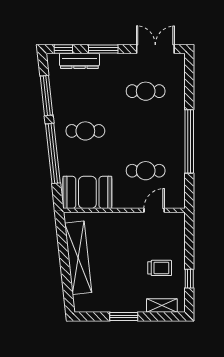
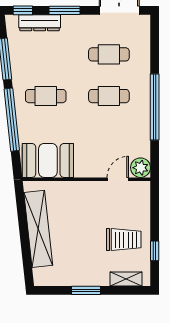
cafe table: (146, 171) -> (109, 96), moved
plant: (176, 199) -> (141, 168), added
trolley: (160, 268) -> (124, 240), width x1.36, depth x1.39

